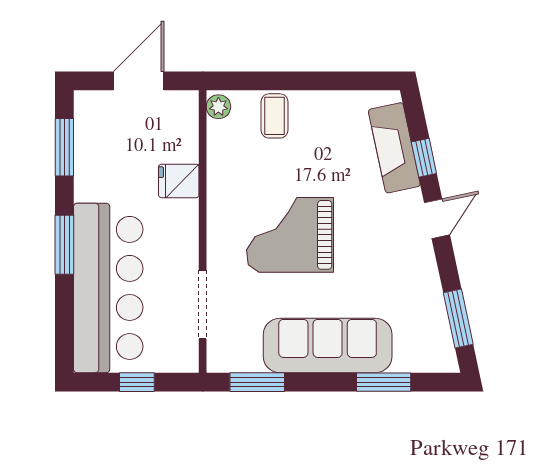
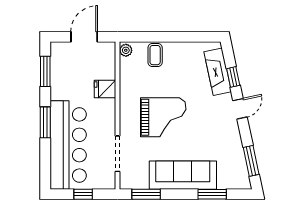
grand piano: (290, 235) -> (163, 117), turned 180

